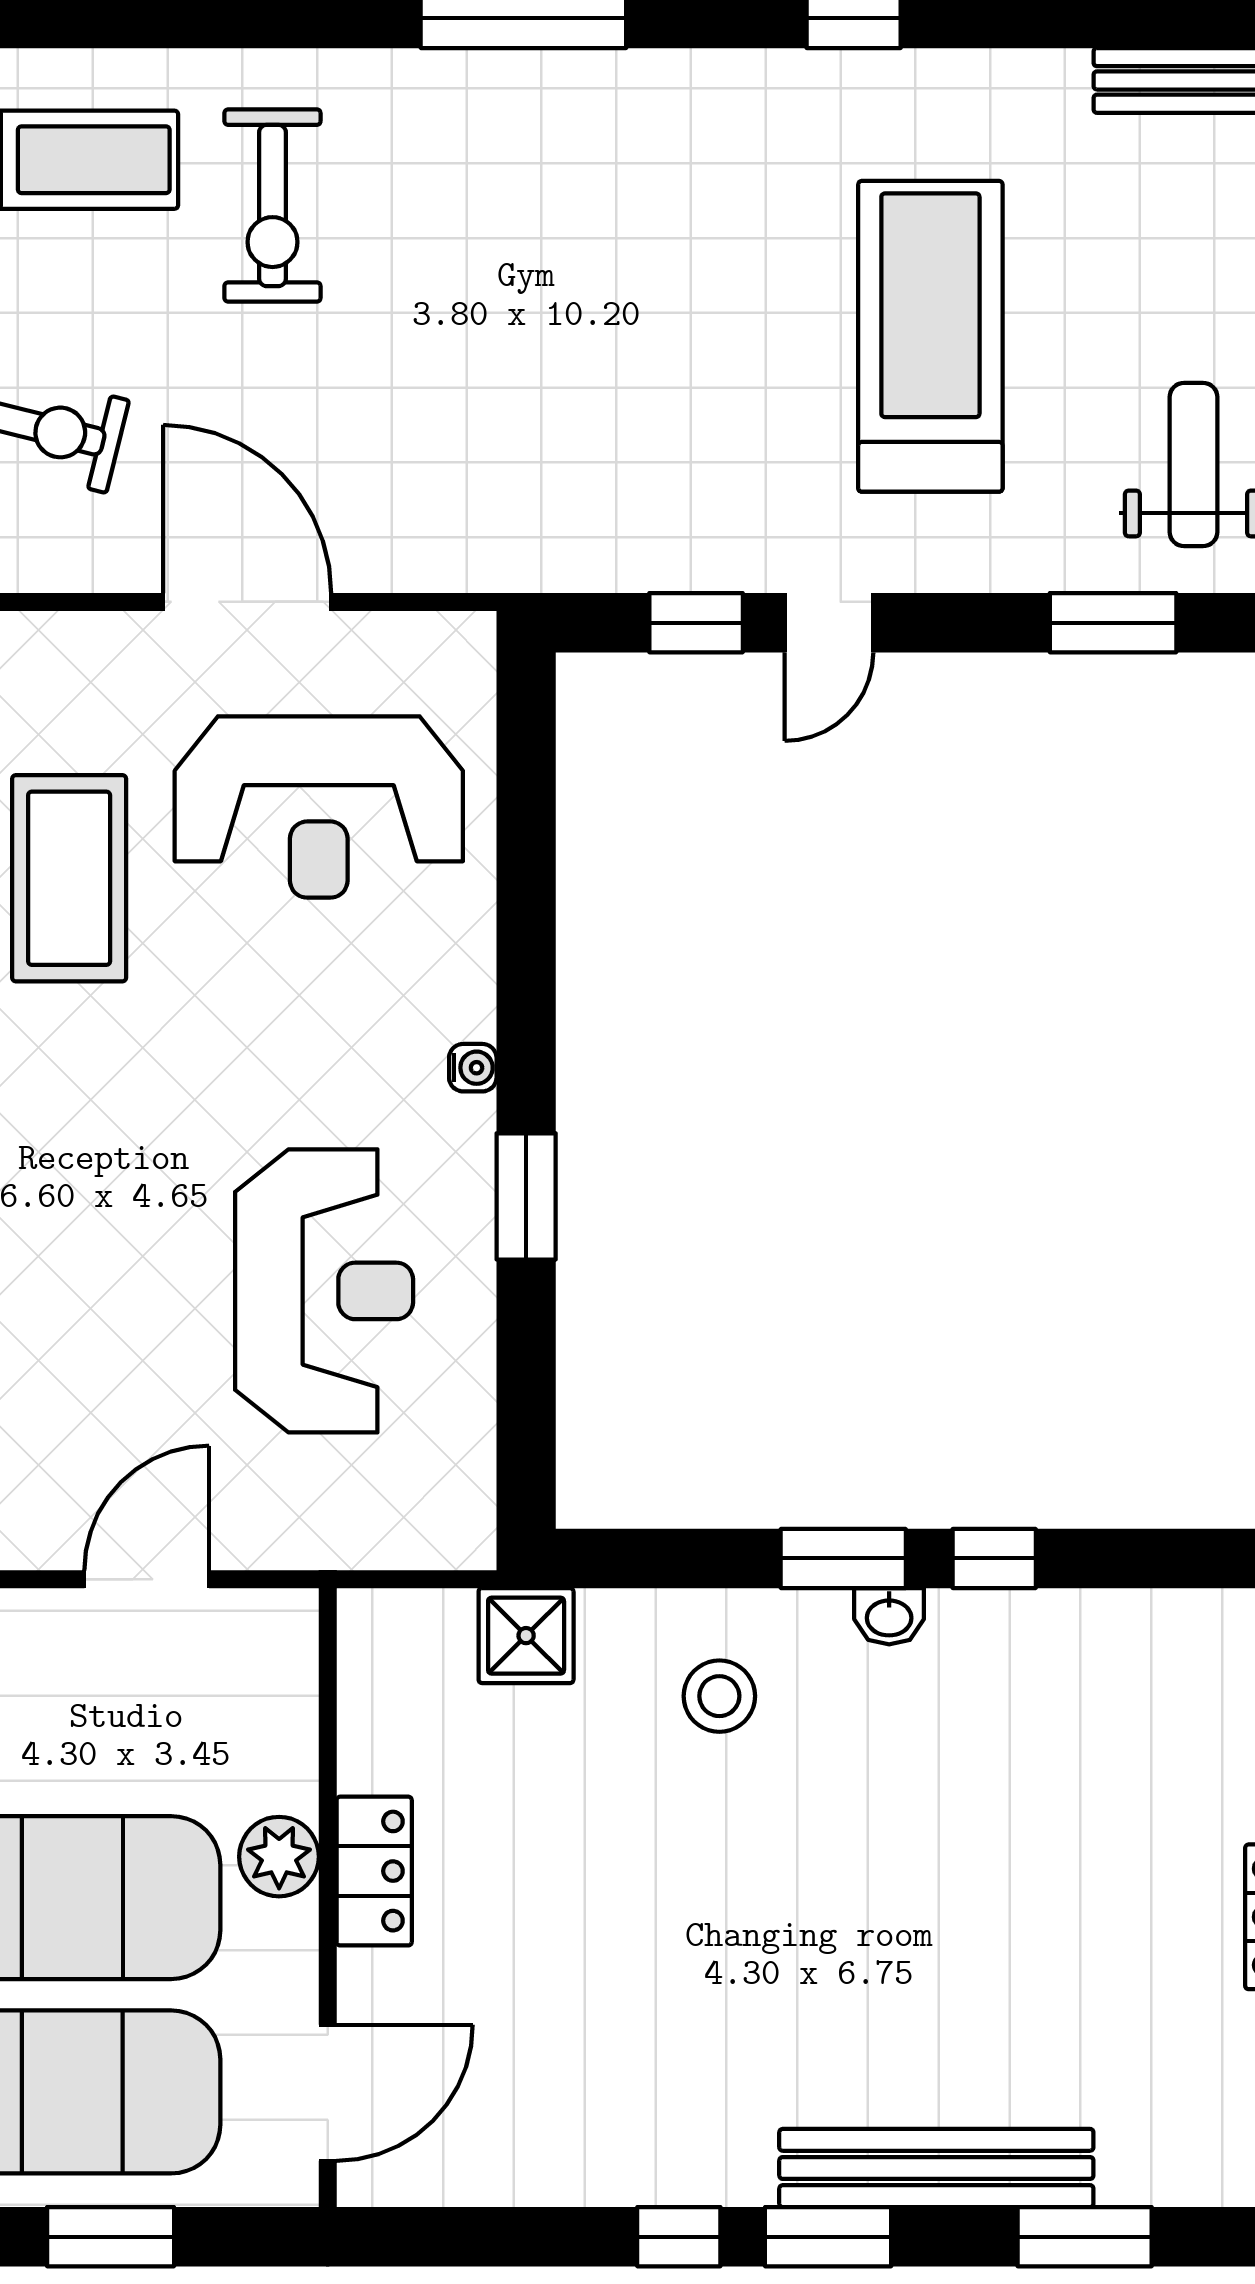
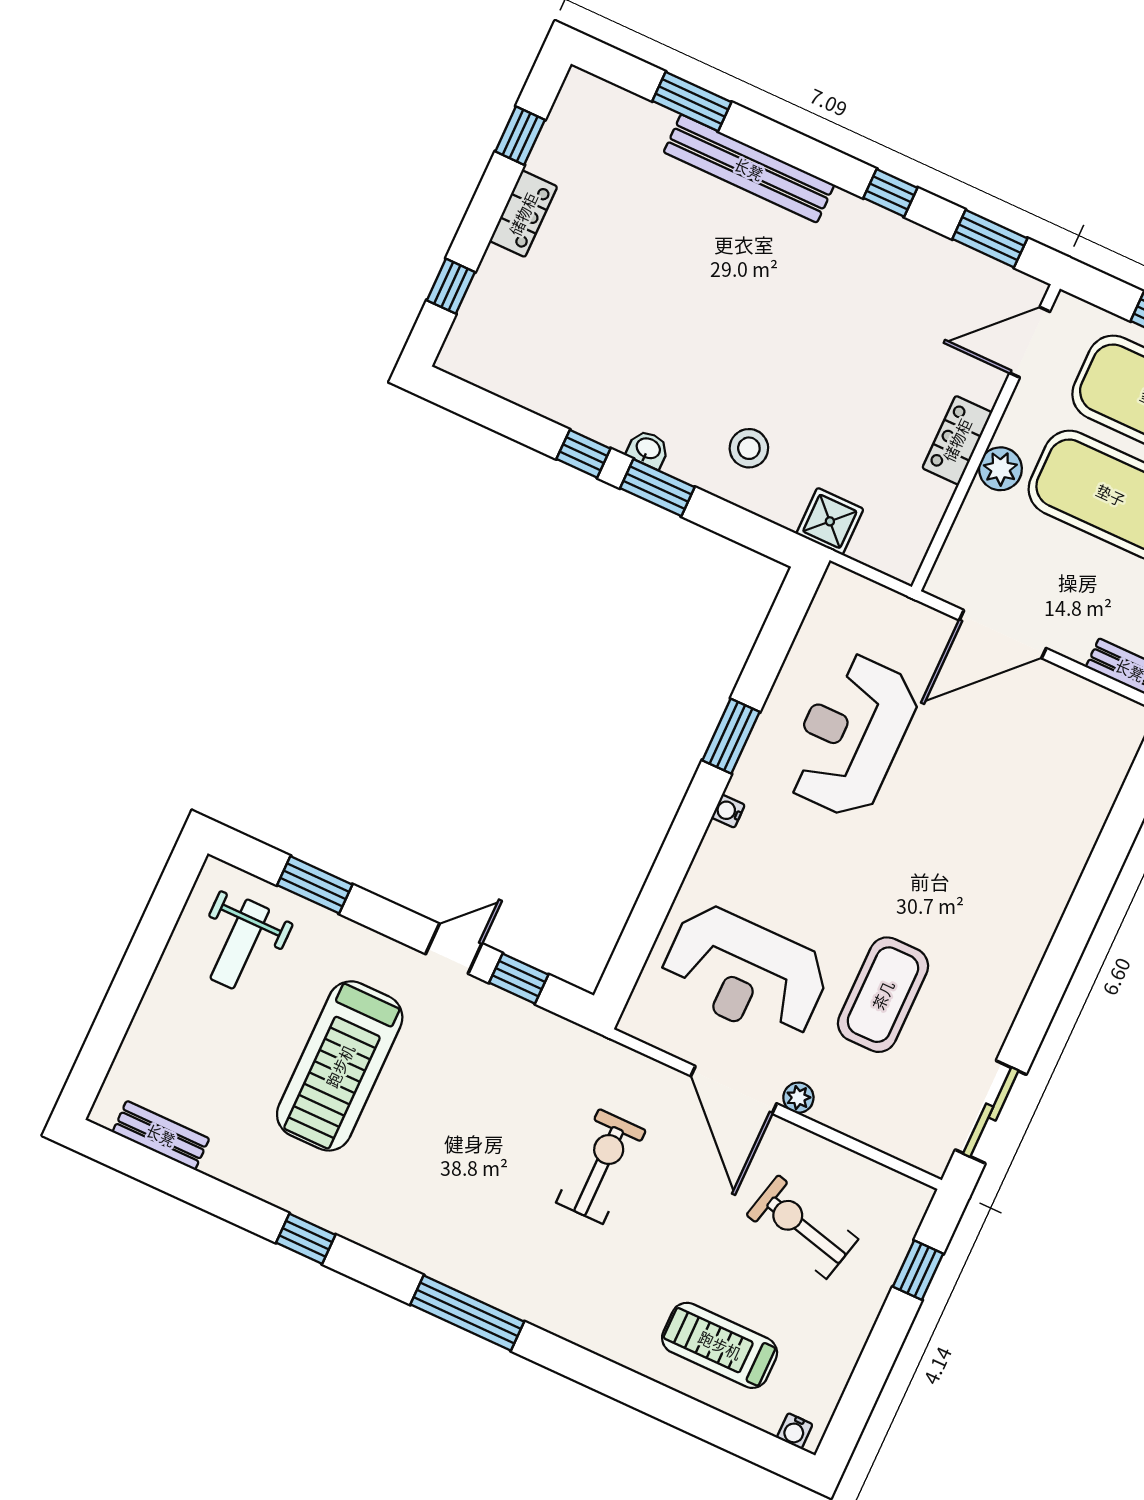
exercise bike: (272, 206) -> (601, 1166), moved
plant: (132, 639) -> (798, 1098), added
reception desk: (319, 807) -> (745, 973), turned 180
door: (147, 1579) -> (1003, 634), width x1.36
window: (828, 2237) -> (990, 239), moved

